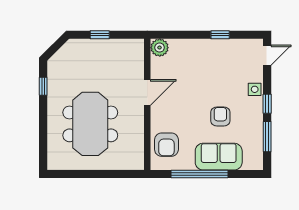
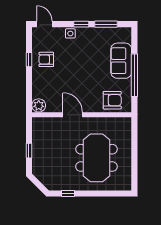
armchair: (220, 116) -> (46, 59), moved
meeting table: (90, 124) -> (97, 158), turned 90

